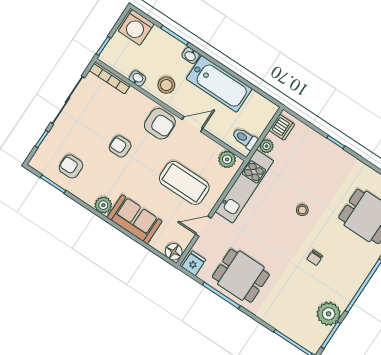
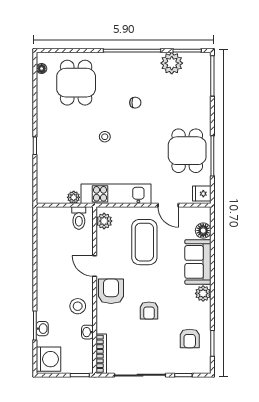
washbasin: (191, 55) -> (42, 329), moved
bathtub: (219, 84) -> (50, 266), removed
dishwasher: (282, 127) -> (51, 195), removed
floor lamp: (174, 252) -> (203, 231), moved

